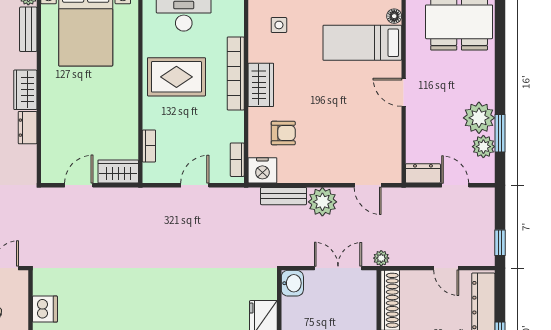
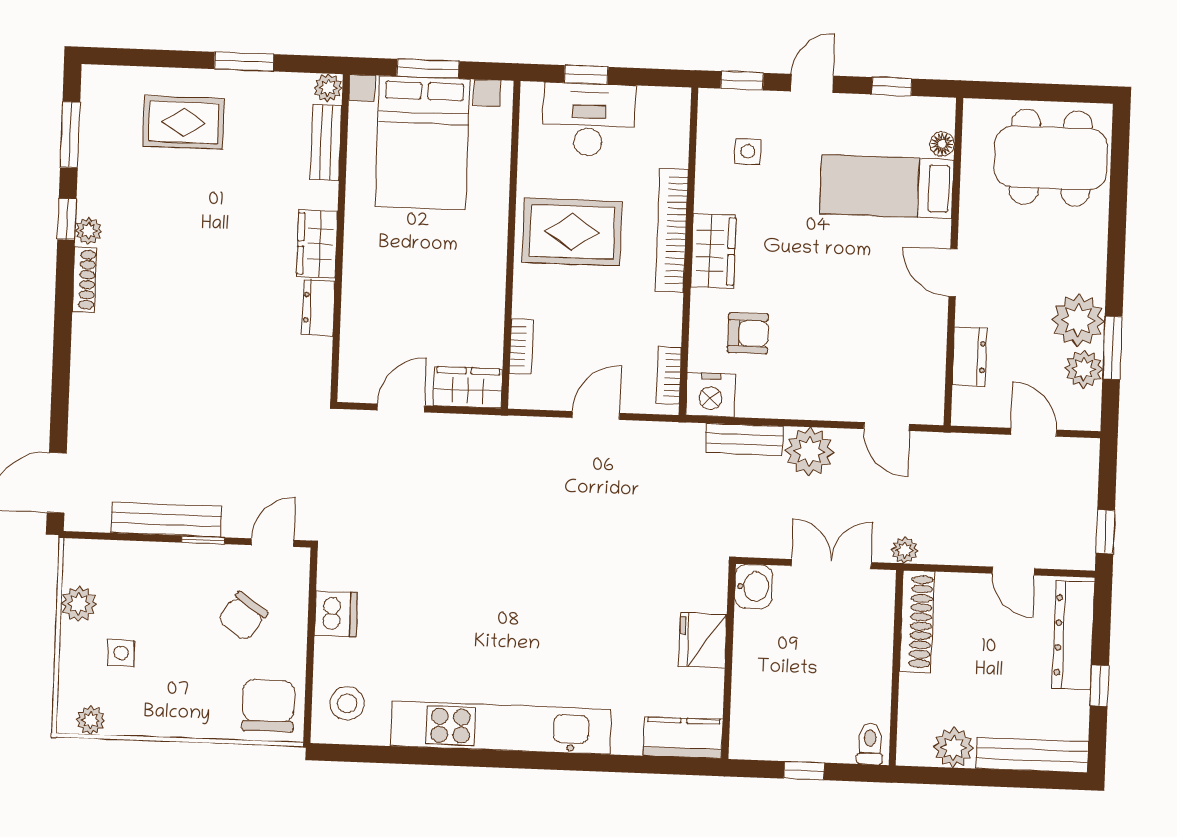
dresser: (423, 173) -> (970, 357), moved, turned 90

